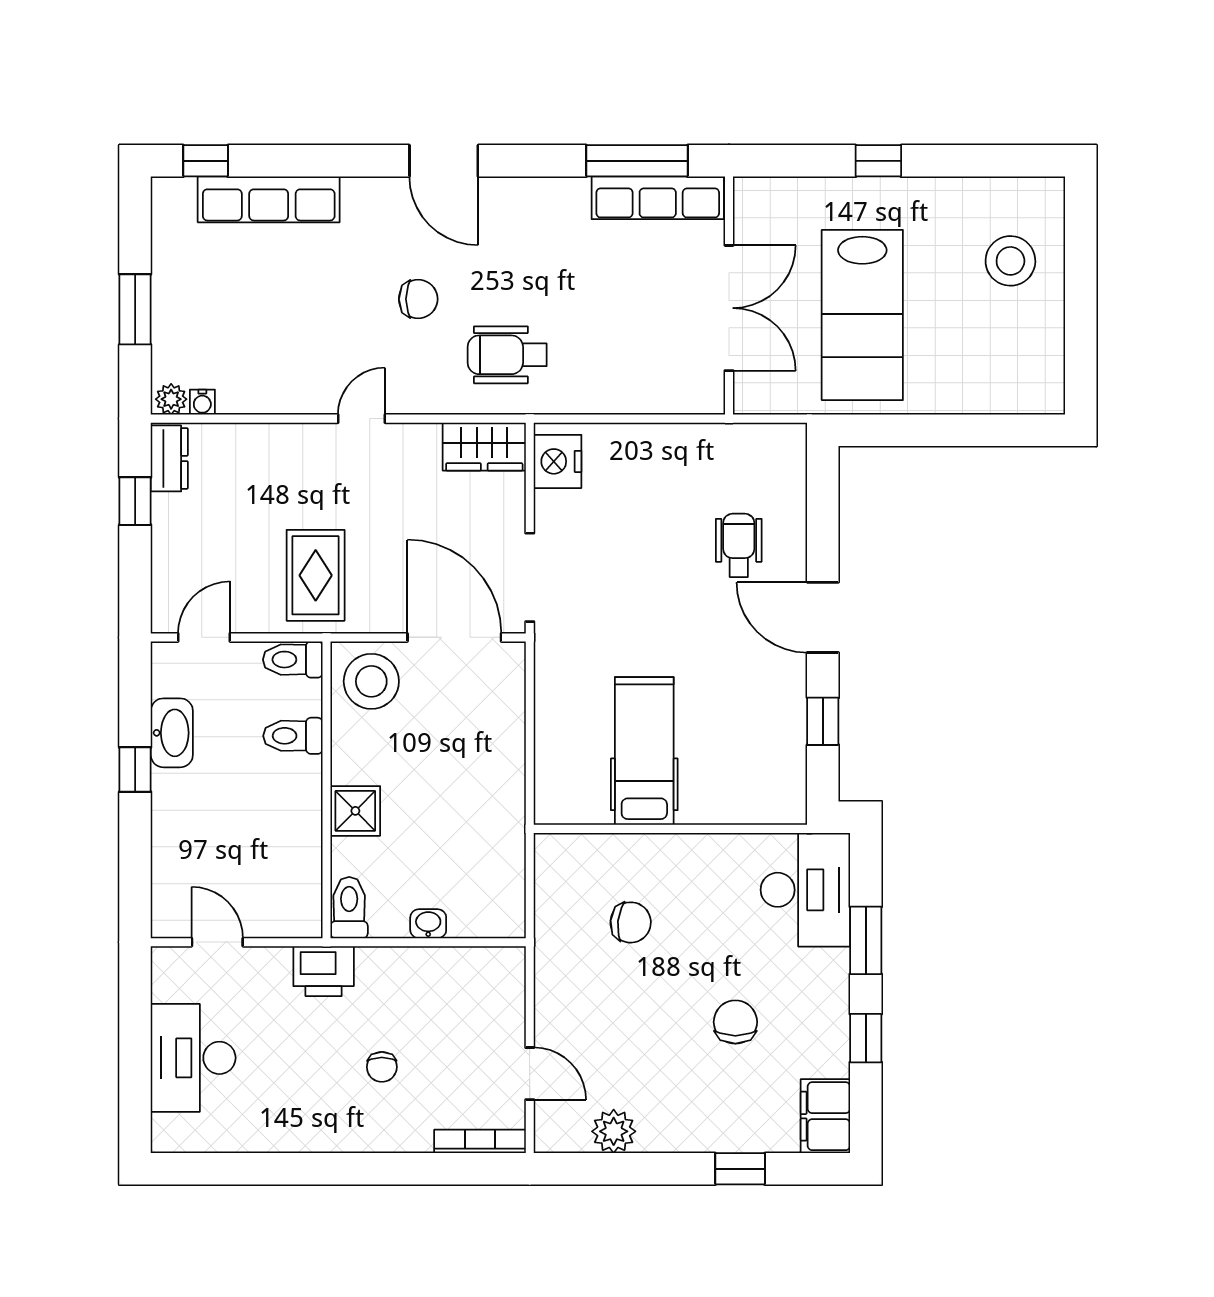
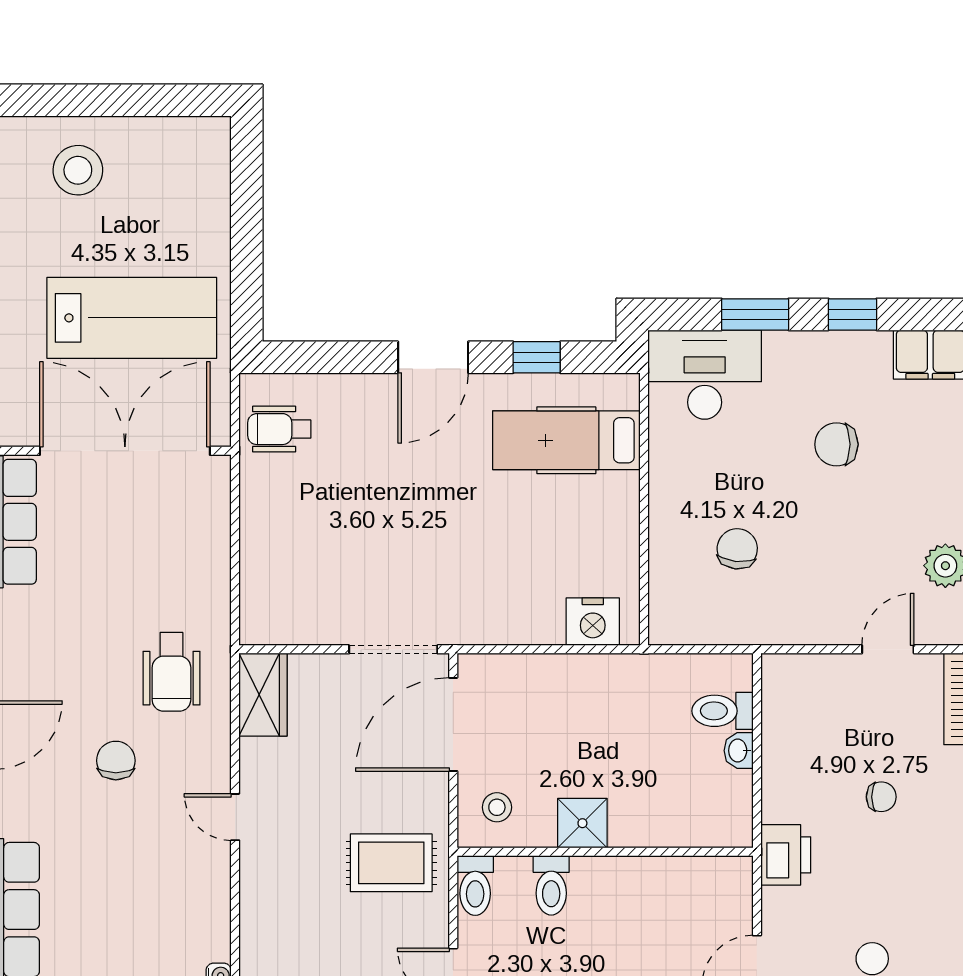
double door: (729, 308) -> (125, 451), width x1.36
nightstand: (558, 461) -> (593, 622), moved
wheelchair: (739, 545) -> (279, 429), moved
stool: (371, 681) -> (497, 807), width x0.53, depth x0.53
hospital bed: (644, 751) -> (566, 440), moved
shower: (355, 811) -> (582, 823), moved
toilet: (349, 908) -> (722, 711), moved

